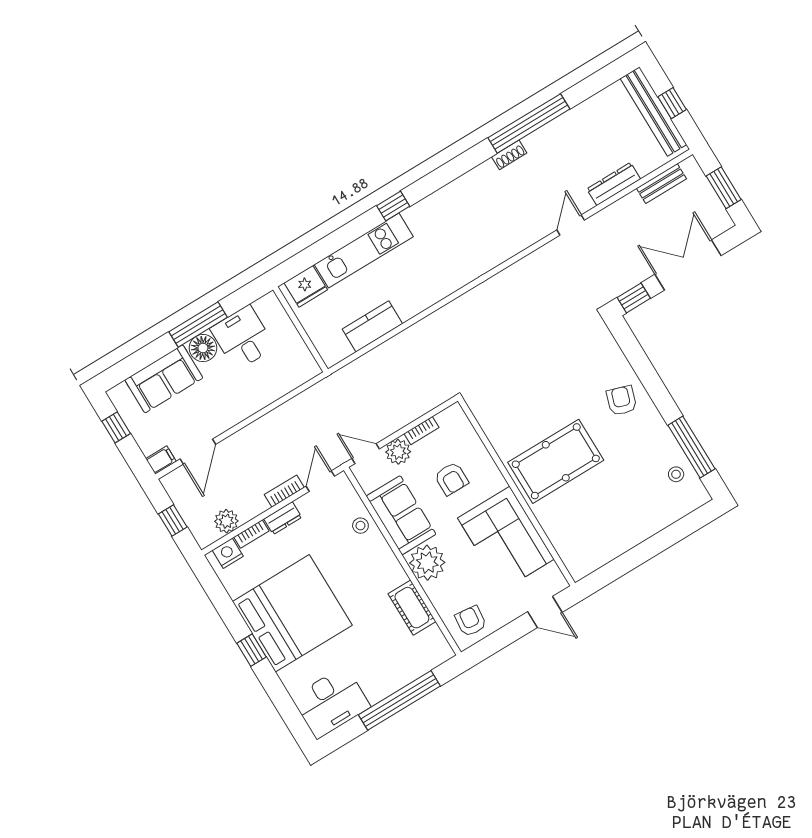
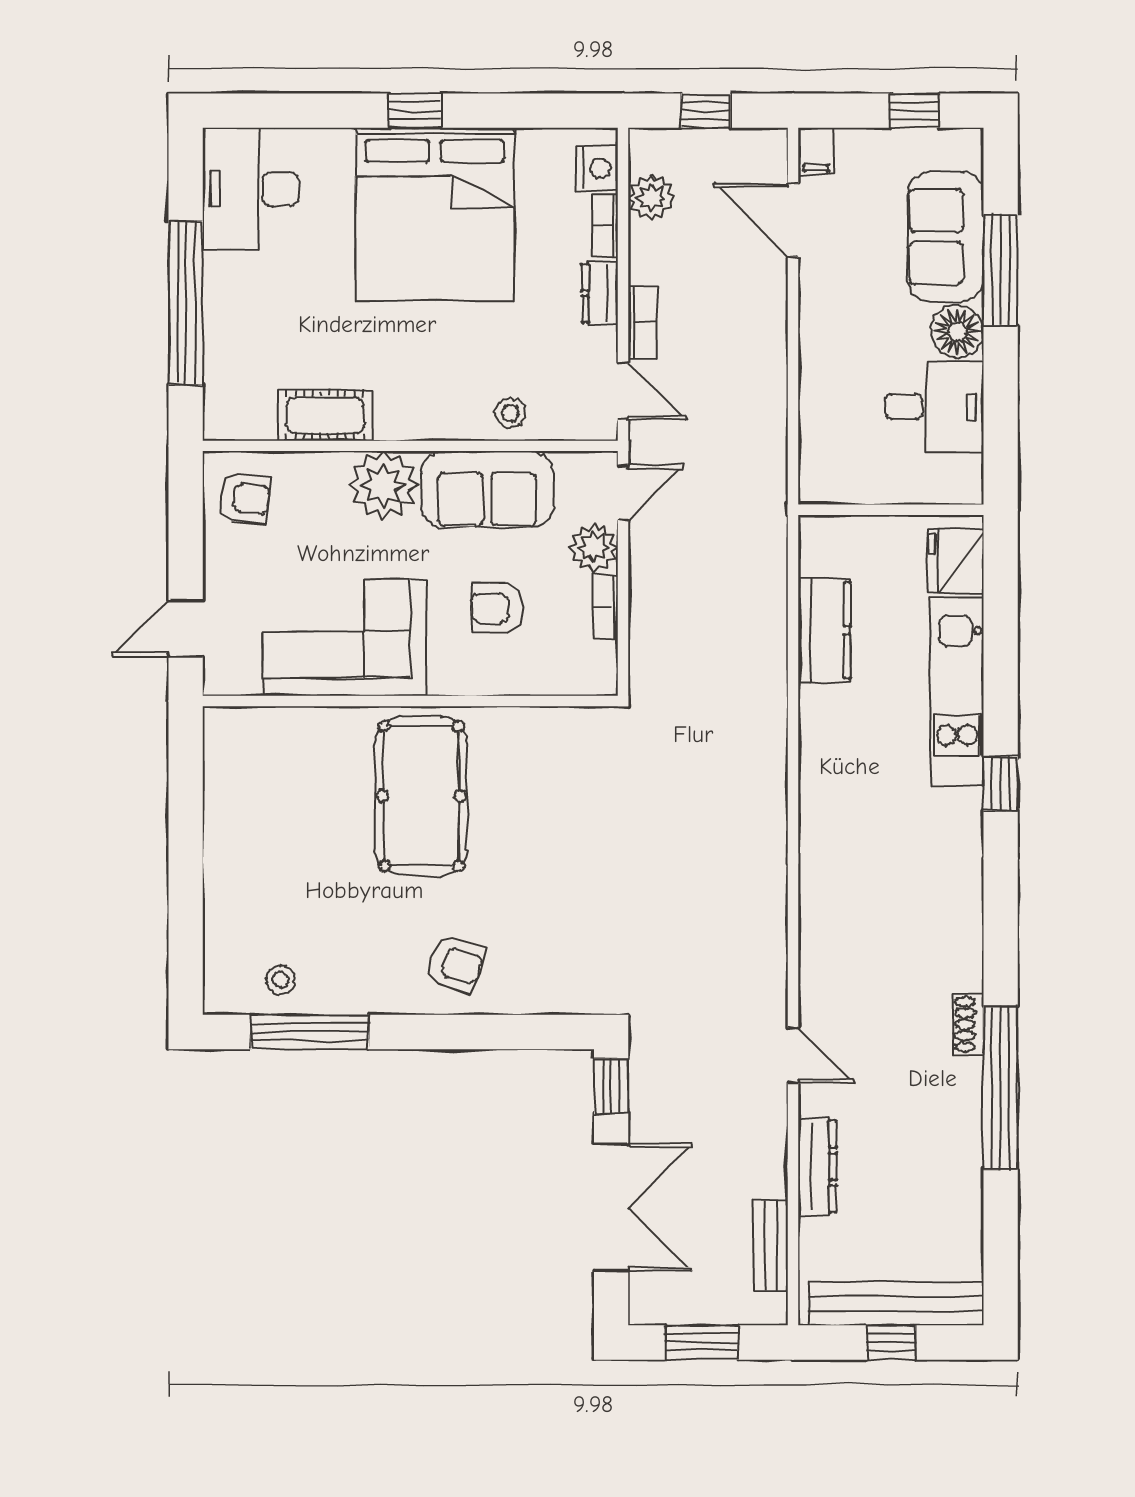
window: (198, 325) -> (1001, 270), moved

